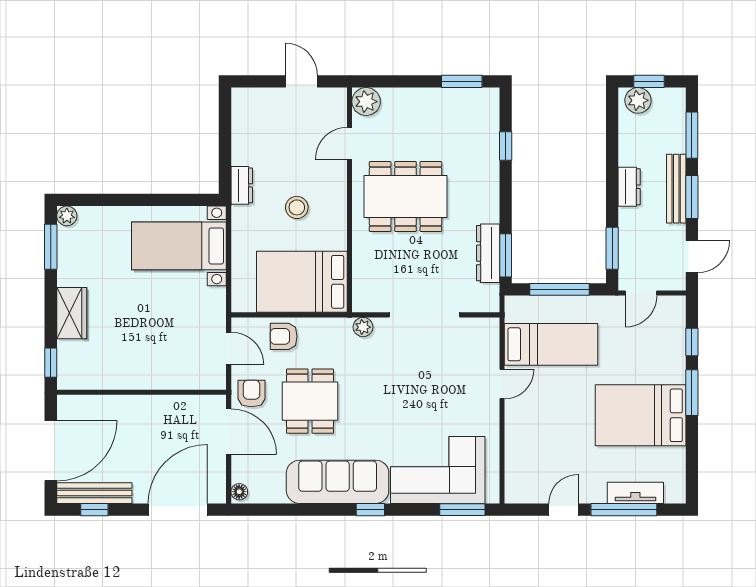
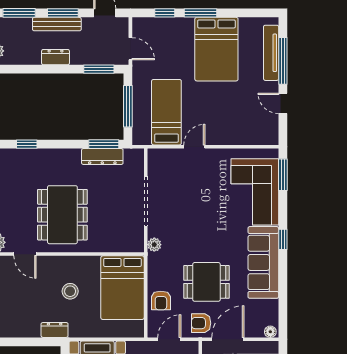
door: (502, 384) -> (194, 147), hinge flipped
tv unit: (635, 493) -> (271, 53), width x1.41

